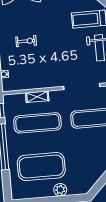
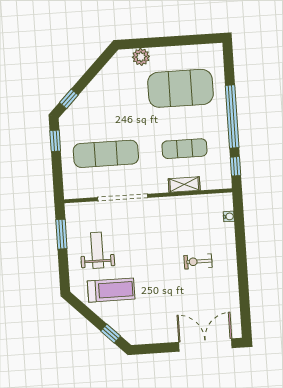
exercise mat: (38, 123) -> (184, 149), width x0.73, depth x0.69
plant: (60, 190) -> (141, 57), moved

